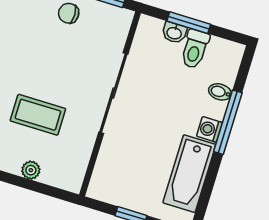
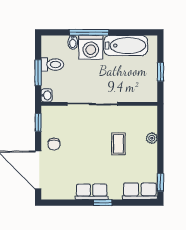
washbasin: (174, 33) -> (47, 95), moved
coffee table: (38, 115) -> (118, 144), width x0.73, depth x0.77
washing machine: (210, 129) -> (91, 47), width x1.89, depth x1.89

